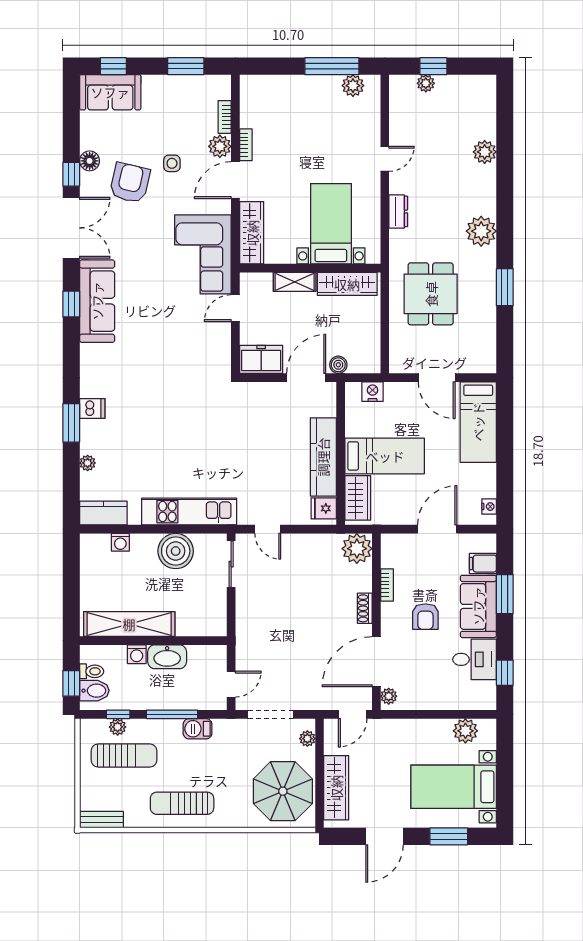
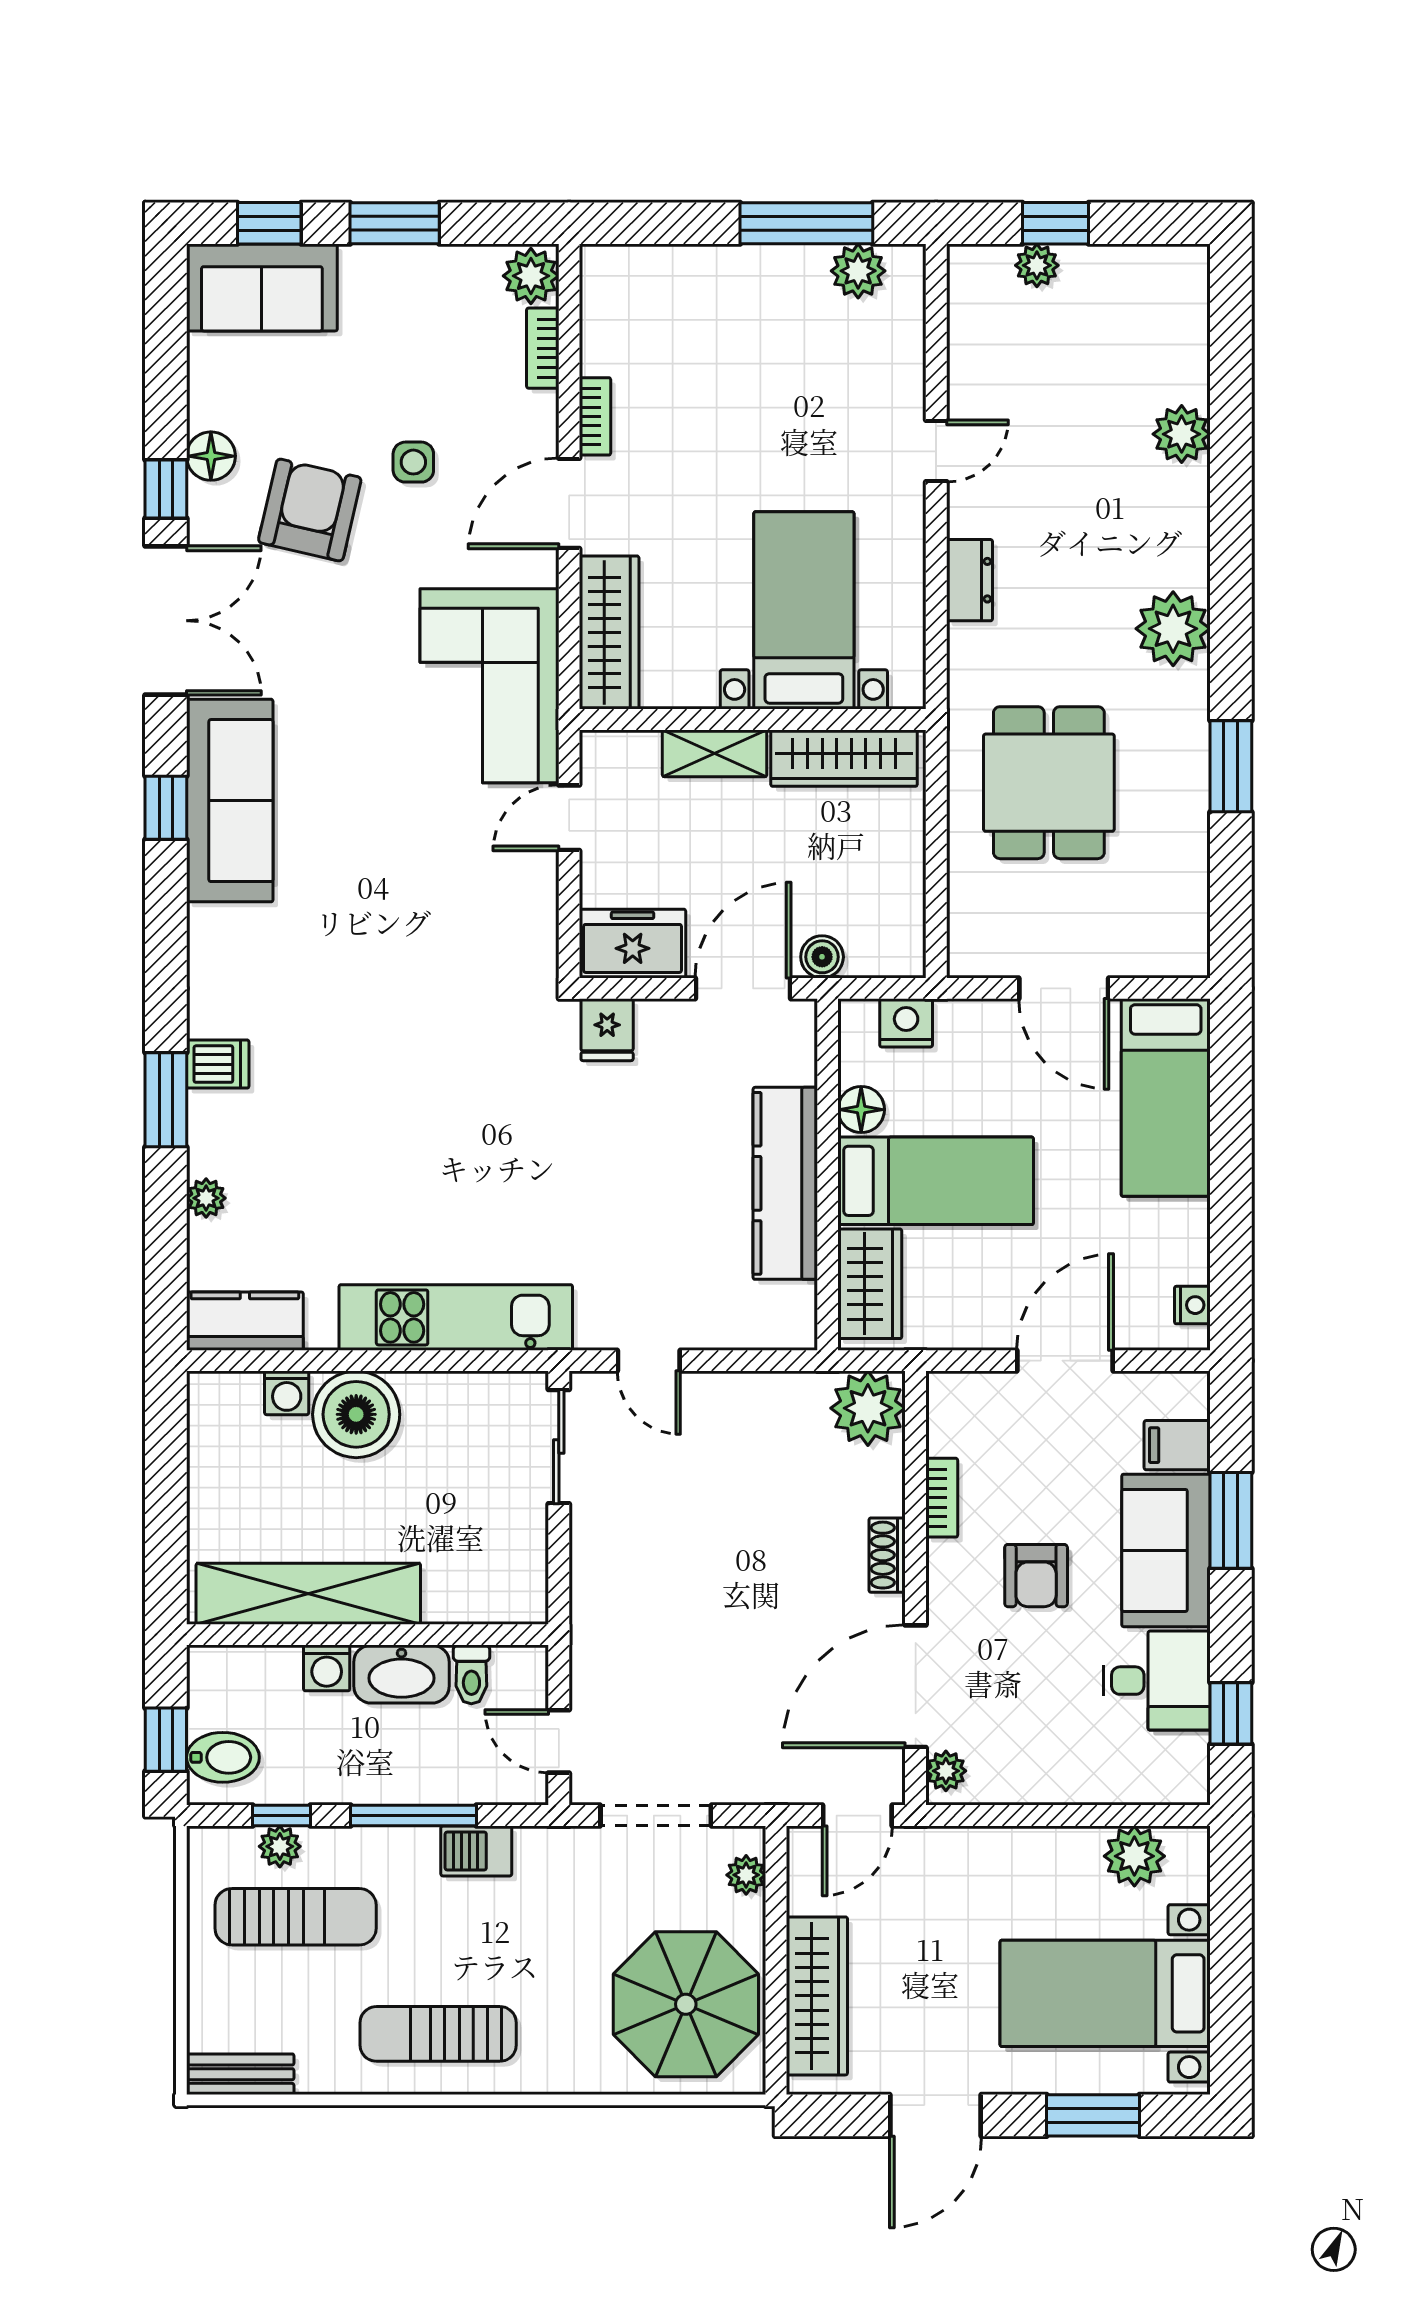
window: (186, 66) -> (395, 223), moved
plant: (220, 146) -> (531, 276), moved
floor lamp: (354, 427) -> (861, 1110), added
fridge: (324, 508) -> (607, 1030), moved, turned -90
boiler: (176, 551) -> (356, 1414), moved
toilet: (92, 671) -> (471, 1674), moved, turned 90
door: (231, 684) -> (559, 1741), swing flipped

